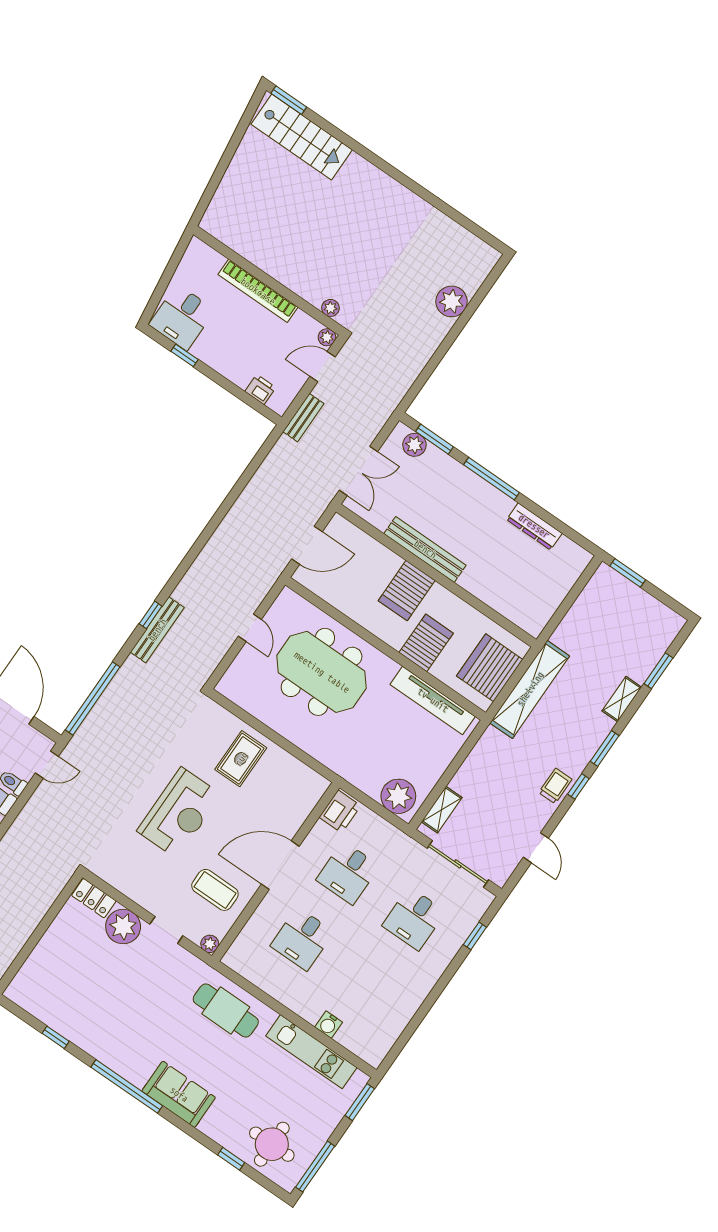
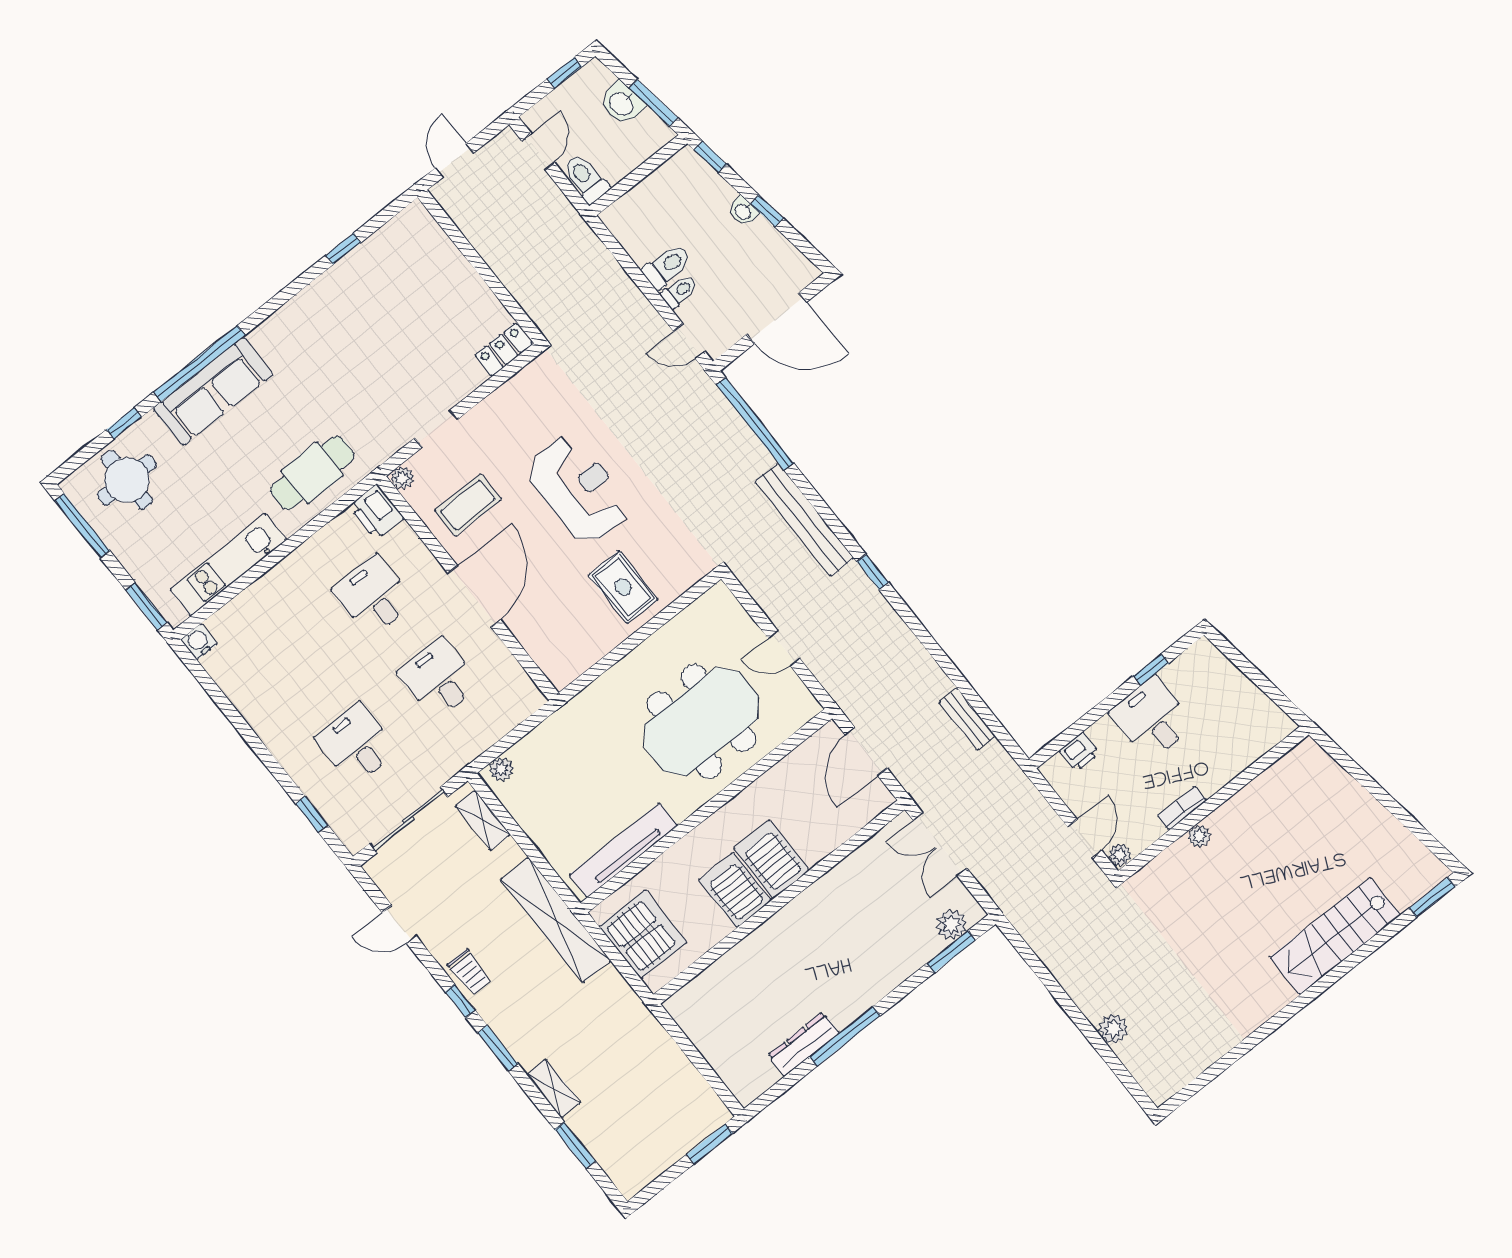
stairs: (302, 137) -> (1335, 936), moved
bookcase: (258, 291) -> (1182, 808), width x0.43, depth x0.76
plant: (452, 301) -> (1113, 1029), width x0.73, depth x0.73
plant: (330, 308) -> (1199, 836), moved
desk: (182, 317) -> (1152, 719), moved
bench: (303, 418) -> (967, 719), moved
window: (491, 479) -> (845, 1036), moved
bench: (425, 549) -> (816, 898), removed
window: (151, 615) -> (873, 572), moved
bench: (157, 630) -> (804, 520), width x1.37, depth x1.21
server rack: (426, 643) -> (735, 890), moved, turned 180
shelving: (530, 689) -> (556, 920), moved
door: (47, 765) -> (689, 341), hinge flipped
plant: (398, 796) -> (501, 769), width x0.53, depth x0.53
printer: (340, 811) -> (376, 512), moved
reception desk: (179, 813) -> (578, 489), turned 180
plant: (123, 927) -> (457, 376), removed
water cooler: (329, 1025) -> (199, 642), moved
window: (127, 1086) -> (199, 363), moved
sofa: (179, 1094) -> (213, 391), width x1.36

